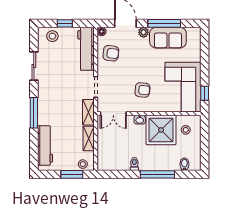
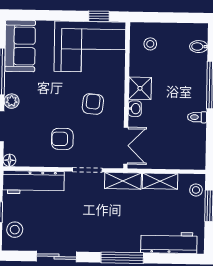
sofa: (168, 38) -> (20, 46), moved
armchair: (111, 53) -> (62, 139), moved, turned -97
shower: (161, 130) -> (140, 88), width x0.54, depth x0.54

